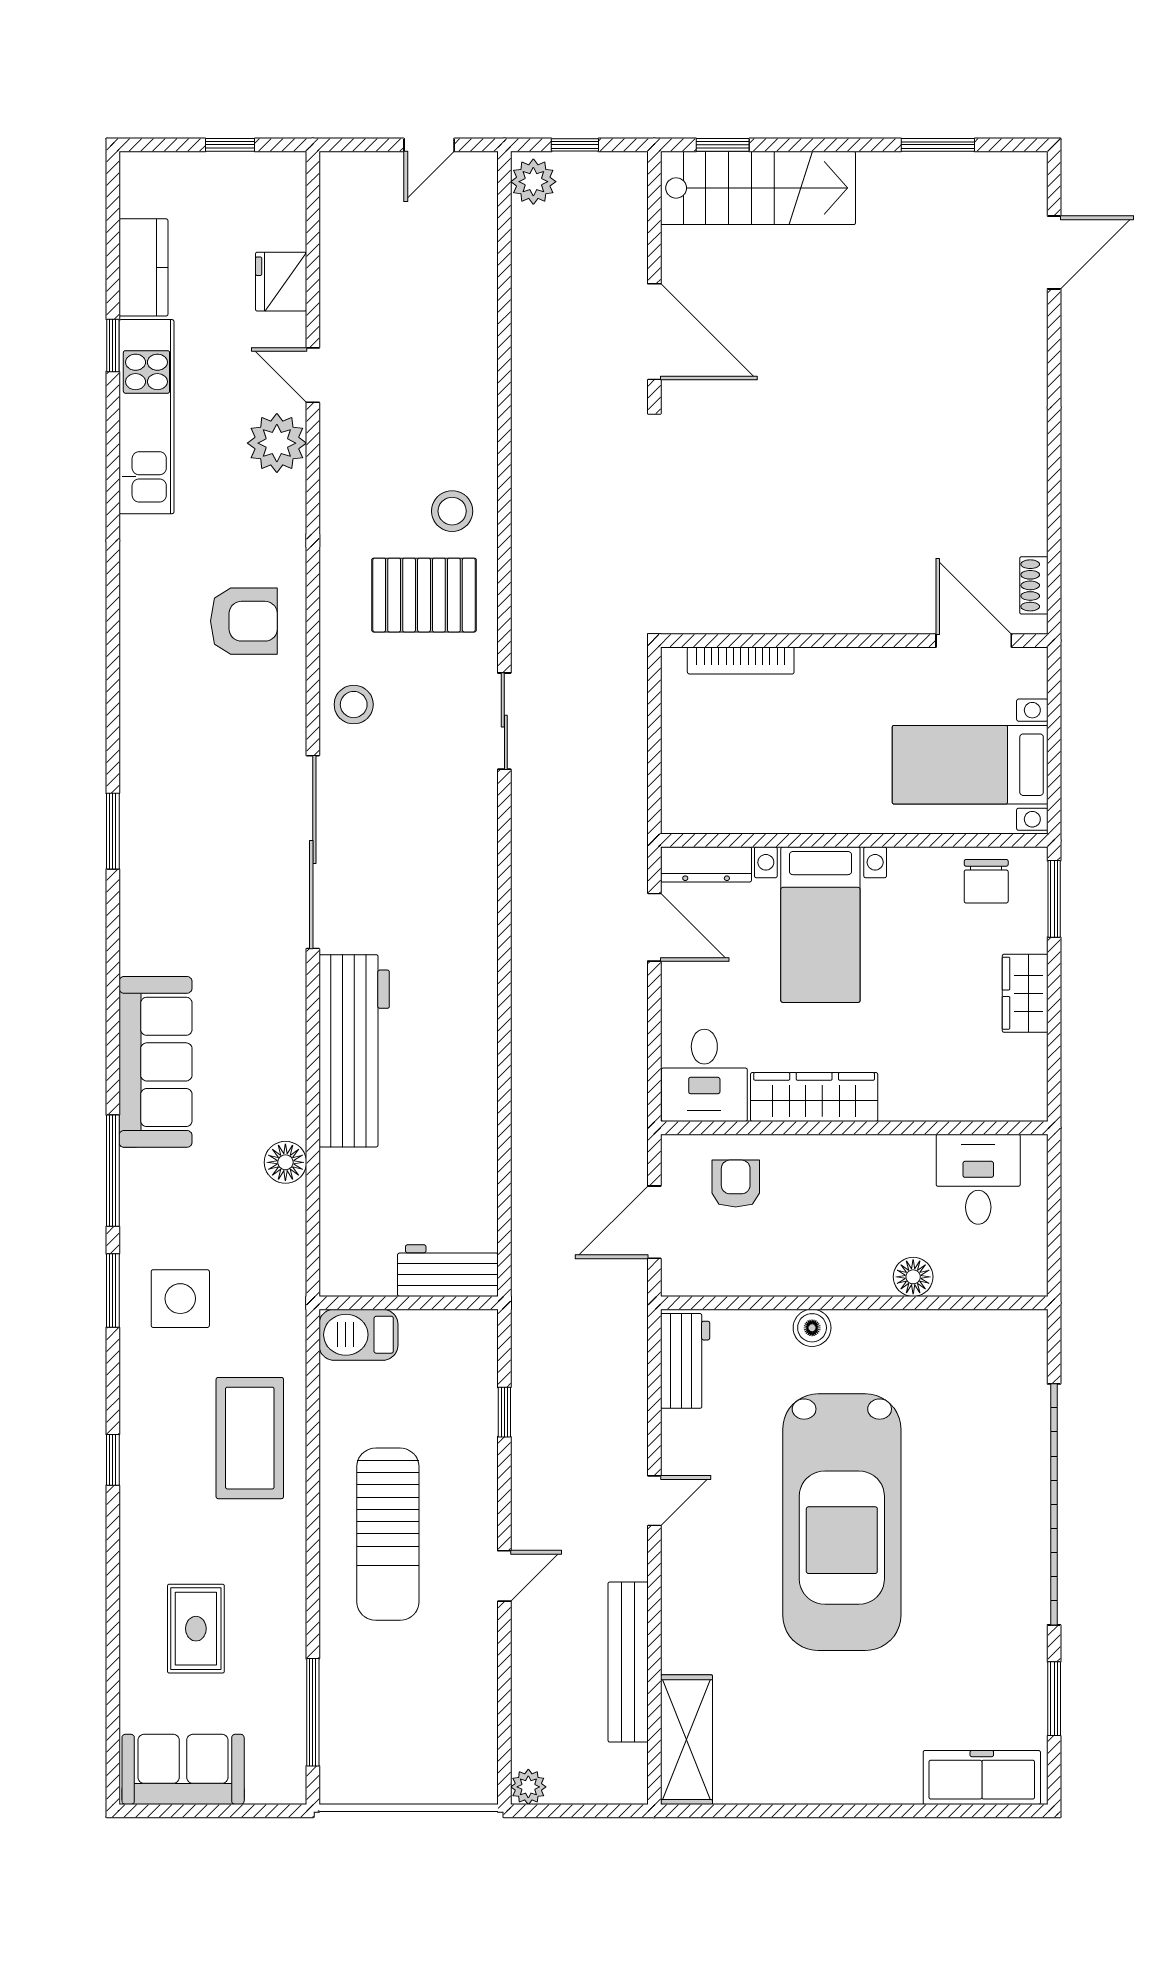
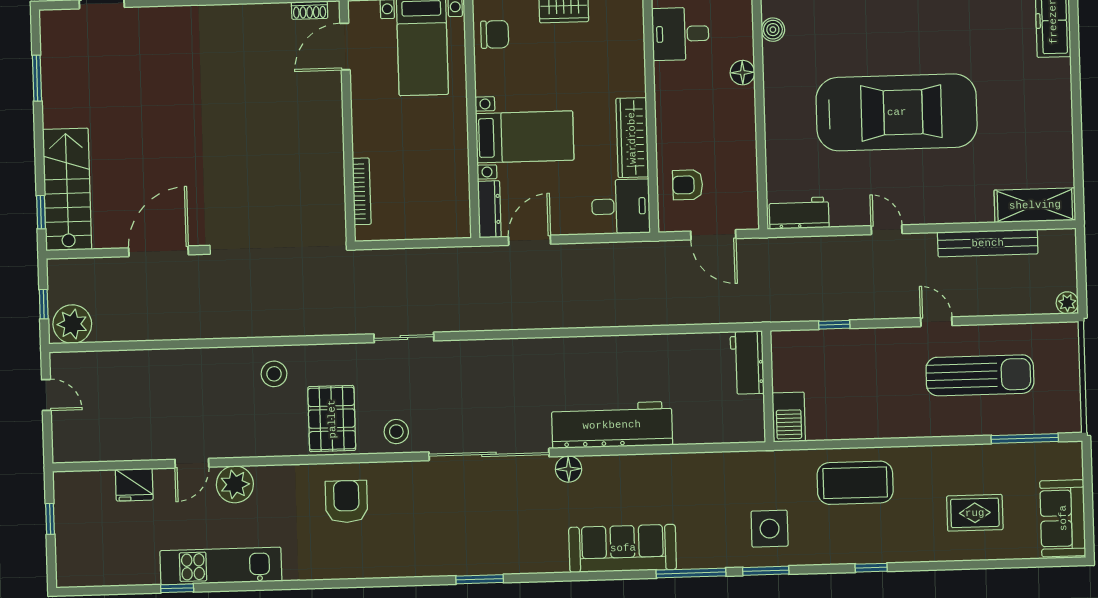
plant: (533, 182) -> (72, 324), width x1.36, depth x1.36
kitchen counter: (143, 267) -> (128, 571), removed
pallet: (424, 595) -> (332, 419), moved
floor lamp: (285, 1162) -> (569, 469), moved
boiler: (812, 1328) -> (773, 30), moved
sun lounger: (388, 1534) -> (980, 375), moved

